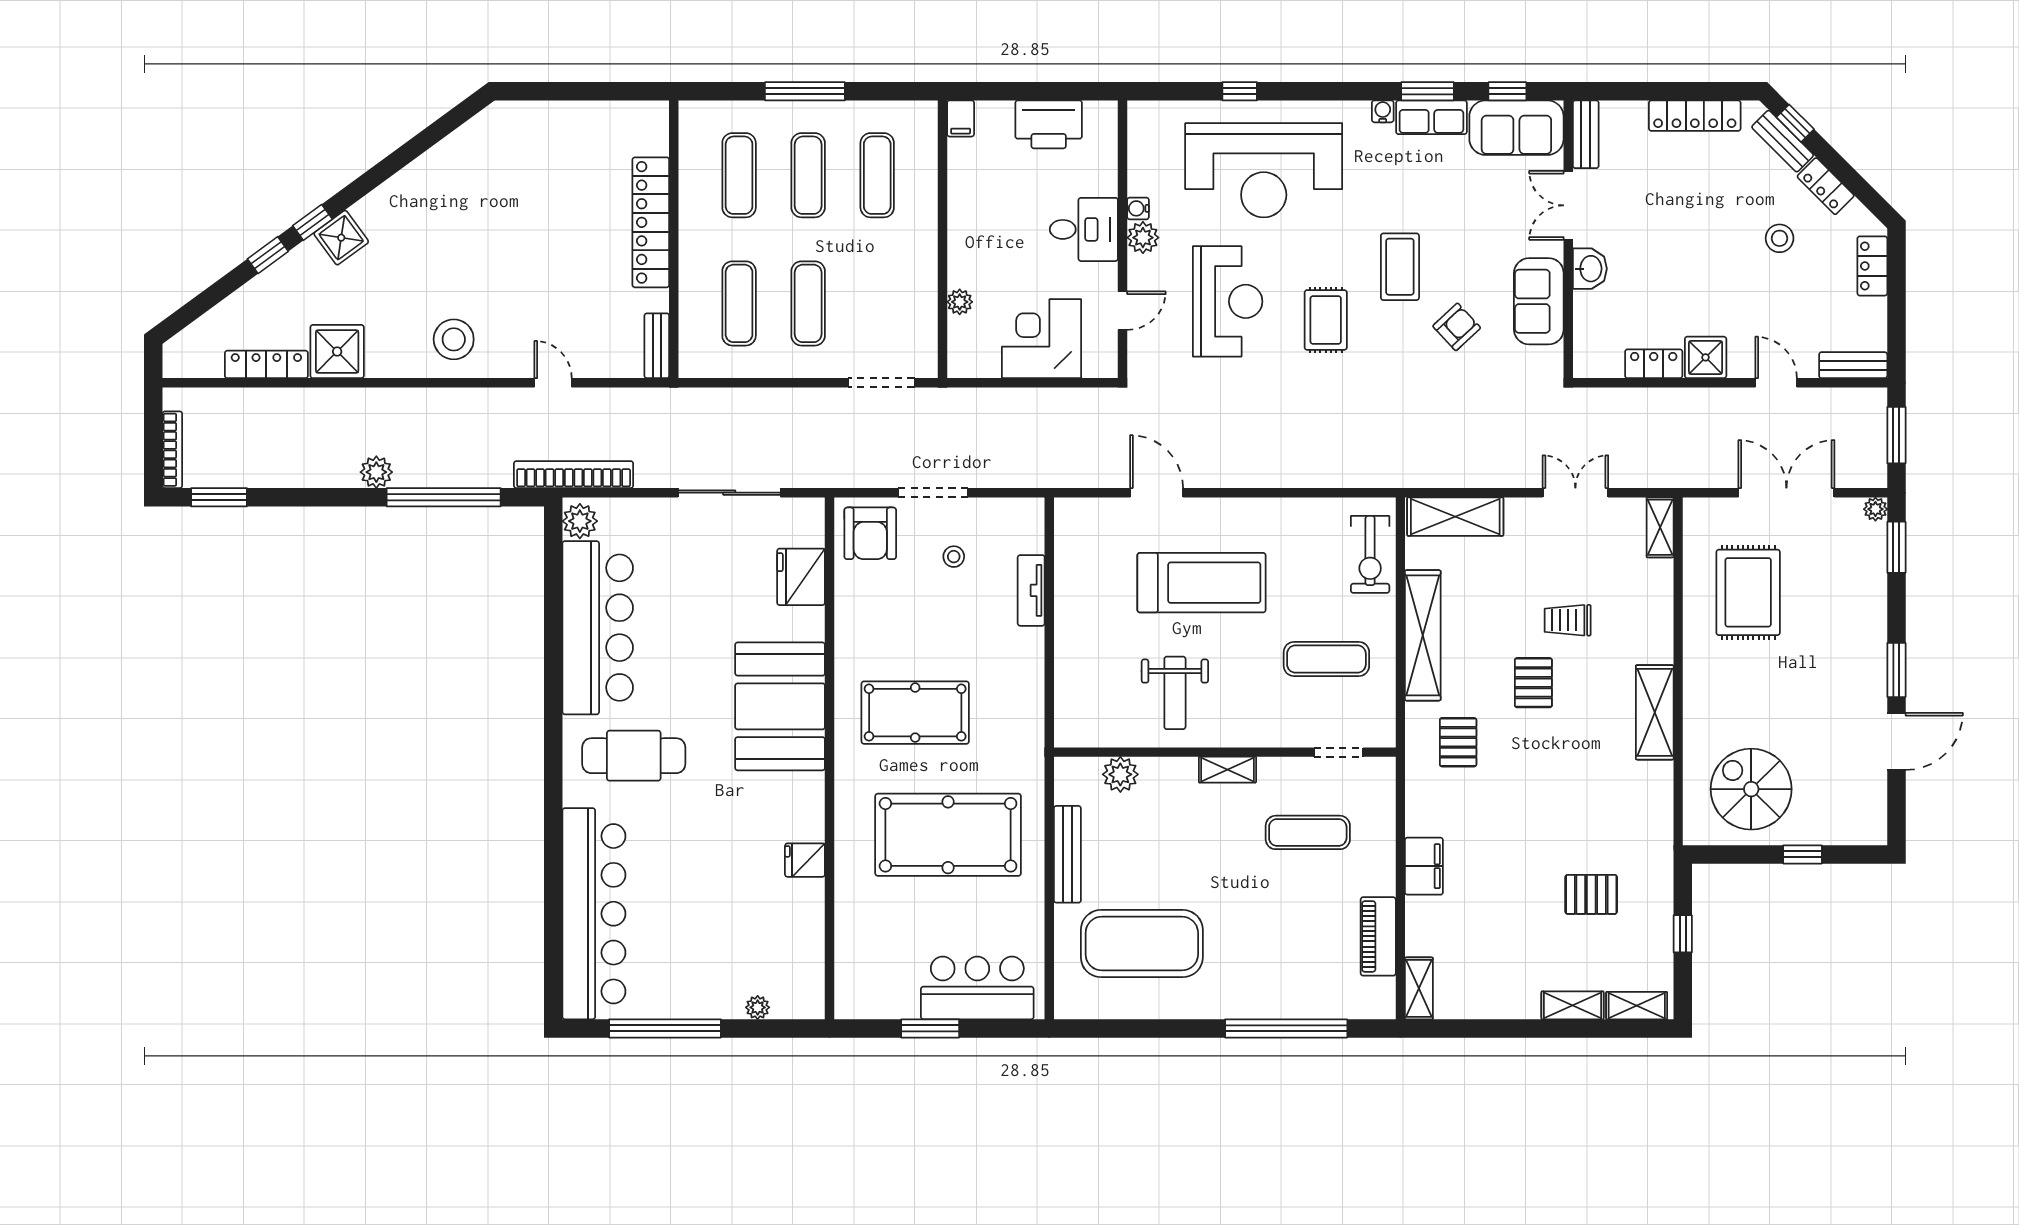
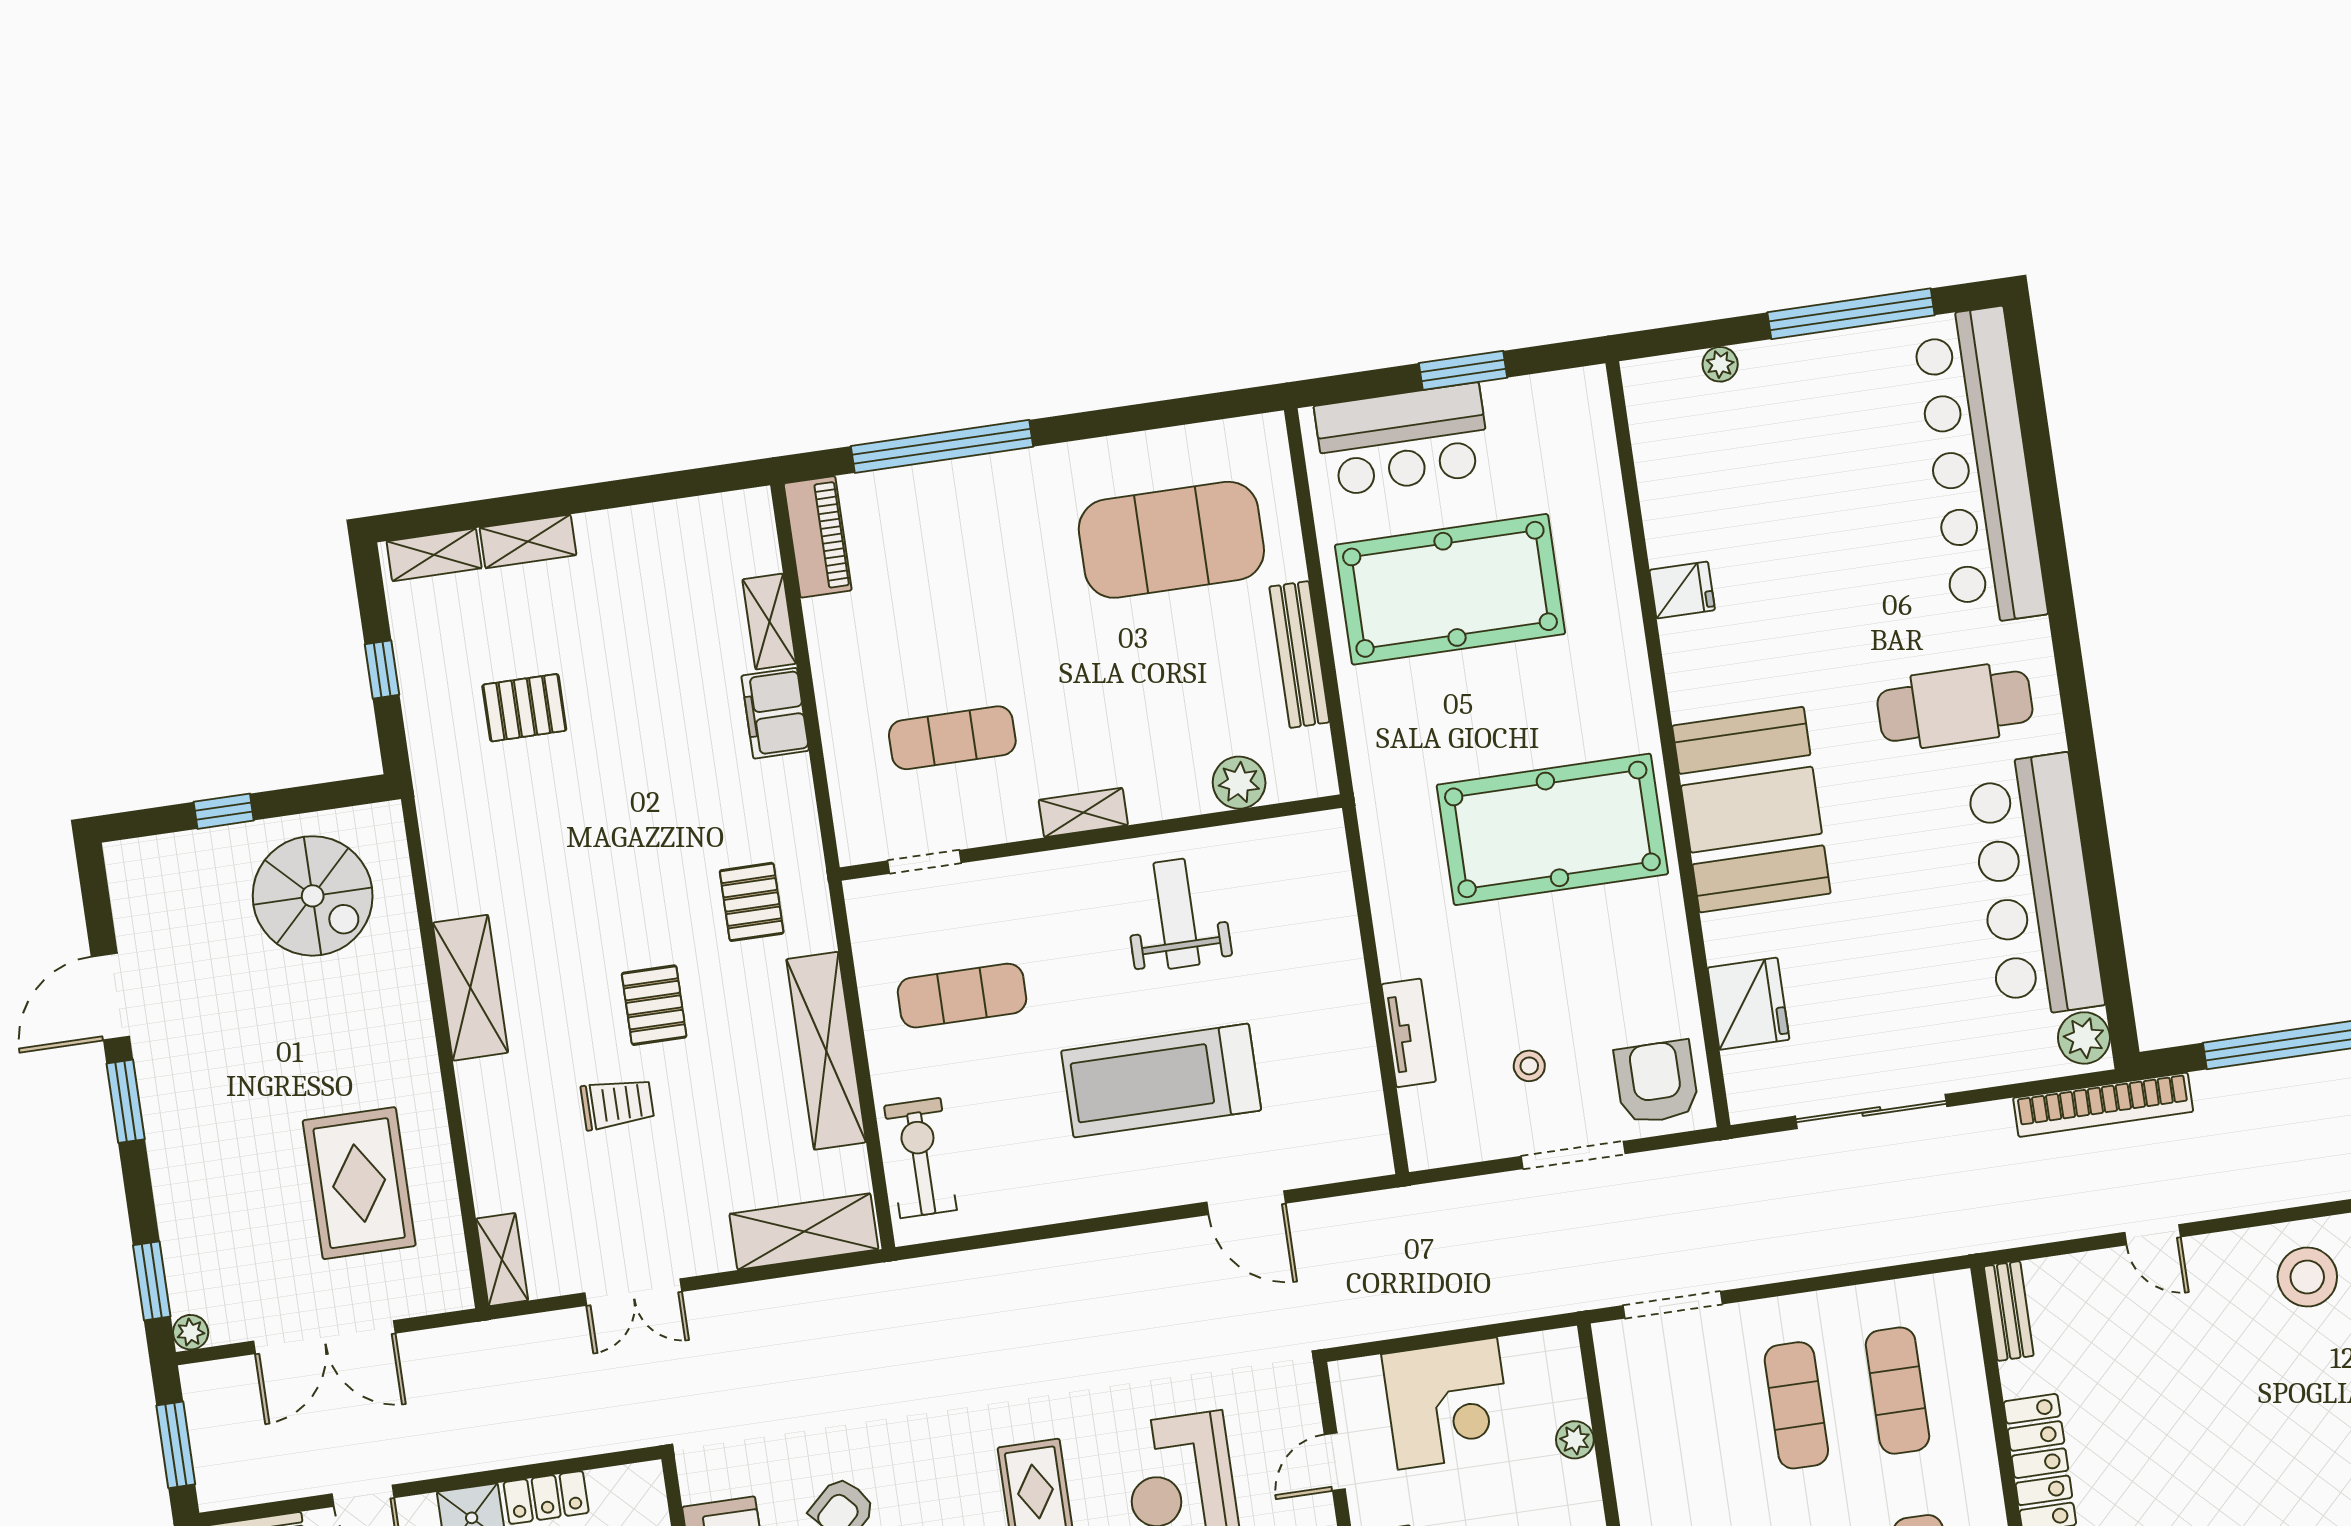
pool table: (915, 713) -> (1552, 829), width x1.36, depth x1.32
pool table: (948, 835) -> (1450, 589), moved
piano: (1378, 936) -> (818, 537), moved
shelving: (1419, 988) -> (769, 622), moved

